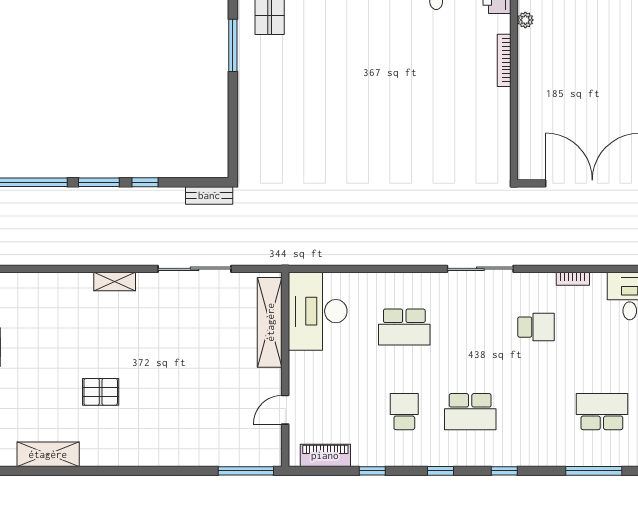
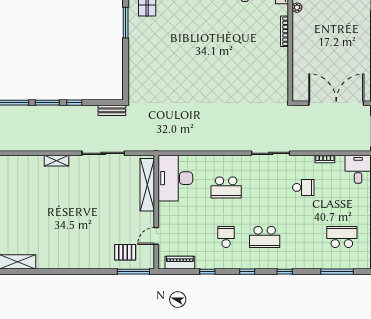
pallet: (101, 392) -> (125, 252), moved

